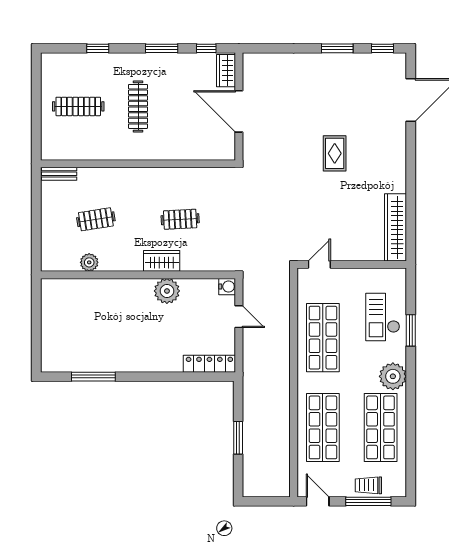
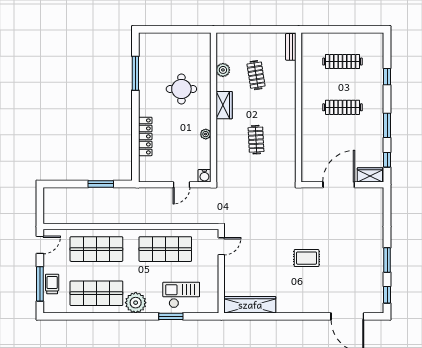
clothes rail: (78, 106) -> (342, 62), turned 90
wardrobe: (162, 261) -> (224, 105), moved
door: (319, 265) -> (221, 246), hinge flipped
plant: (167, 291) -> (206, 134), width x0.53, depth x0.53
round table: (114, 317) -> (181, 89), added
locker: (209, 364) -> (145, 136), moved
window: (238, 438) -> (101, 184), moved

